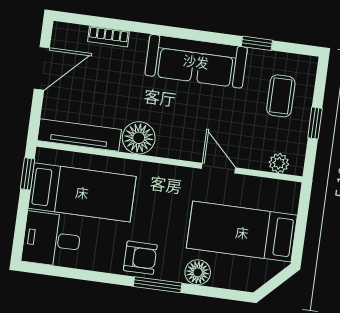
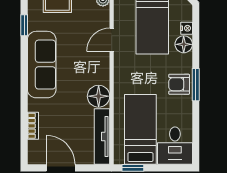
armchair: (140, 258) -> (179, 84), turned -90
nightstand: (221, 280) -> (187, 28), added
window: (158, 285) -> (196, 85), moved

